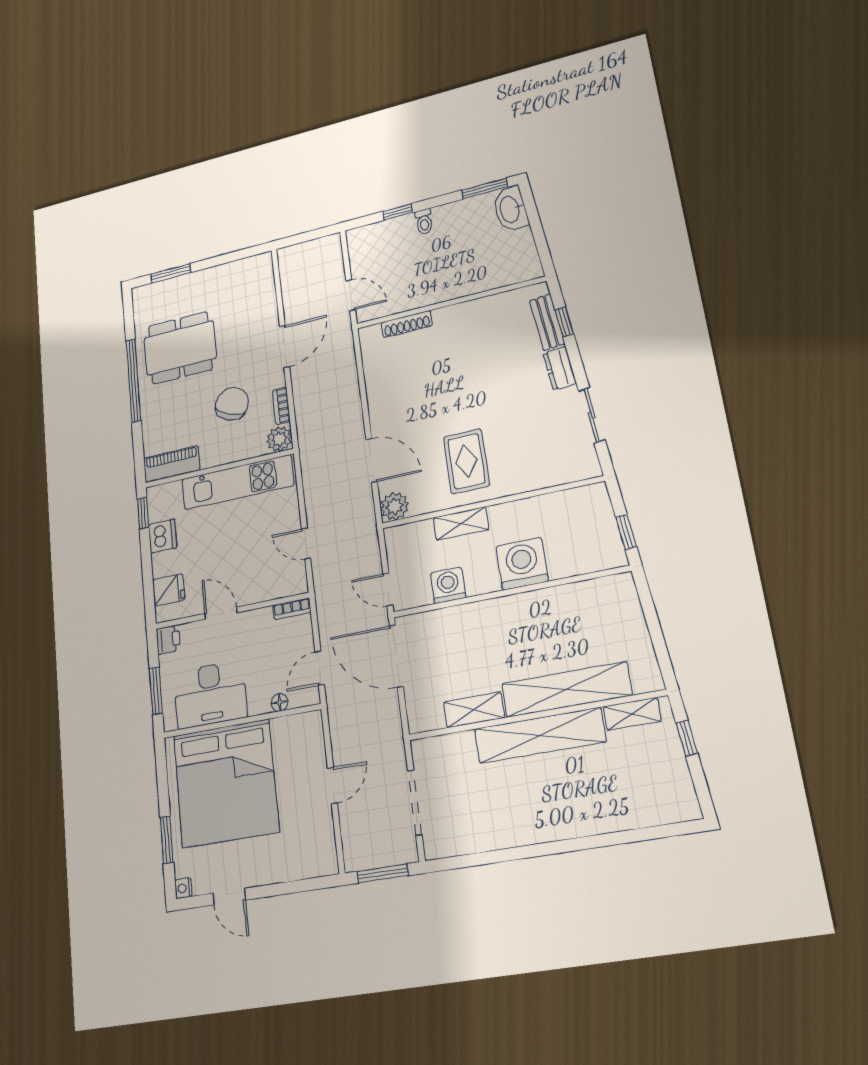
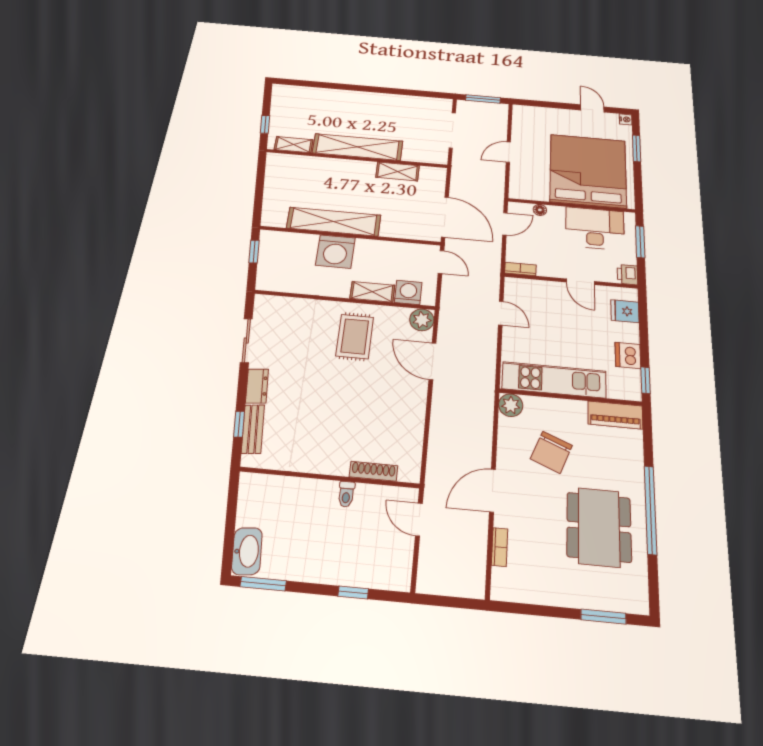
toilet: (424, 222) -> (346, 494), moved, turned 180
dining table: (180, 348) -> (599, 527), turned 90
bookcase: (281, 406) -> (500, 547), moved
washing machine: (448, 585) -> (408, 292), moved, turned 180
shelving: (567, 689) -> (334, 222), moved

